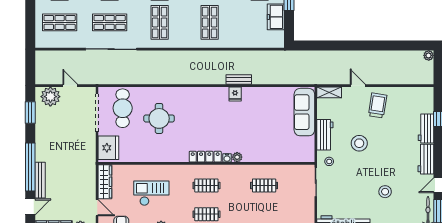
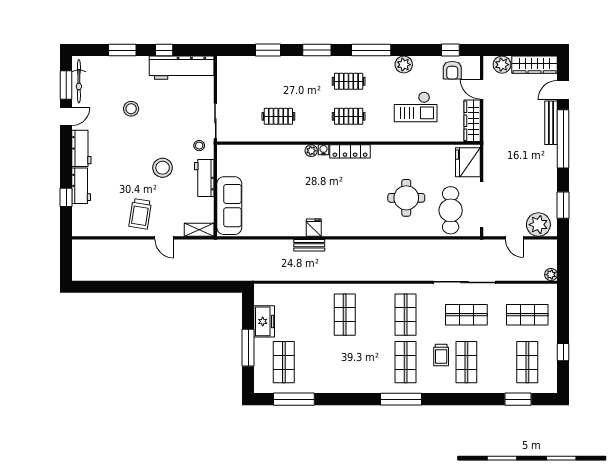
plant: (429, 55) -> (551, 275), moved

